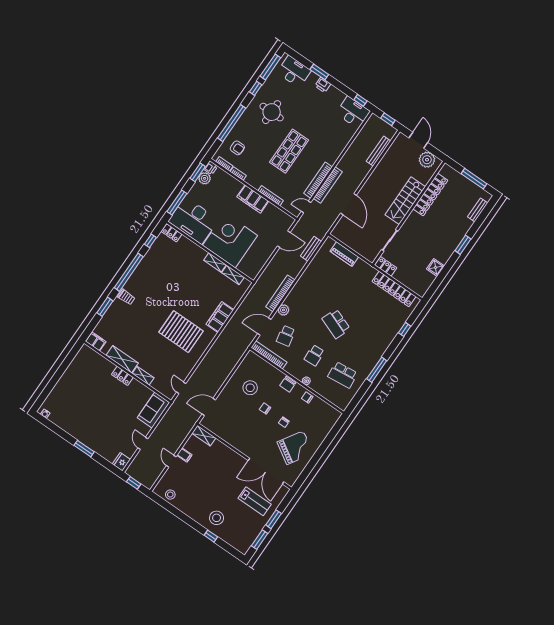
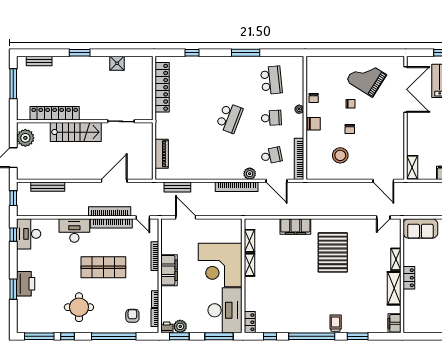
desk: (294, 72) -> (74, 230), moved, turned 90
printer: (323, 85) -> (26, 284), width x1.87, depth x1.48
locker: (386, 266) -> (147, 109), removed

